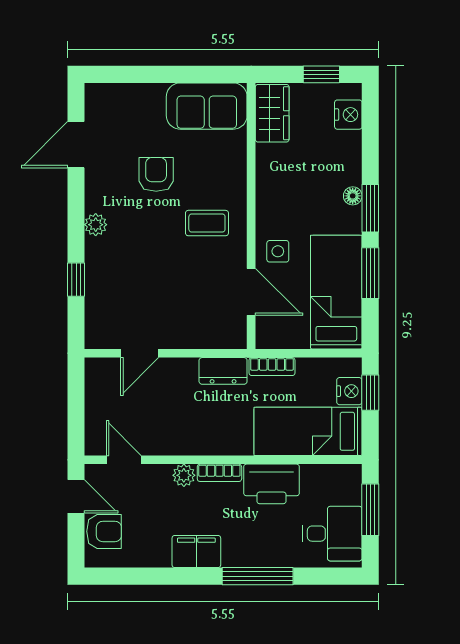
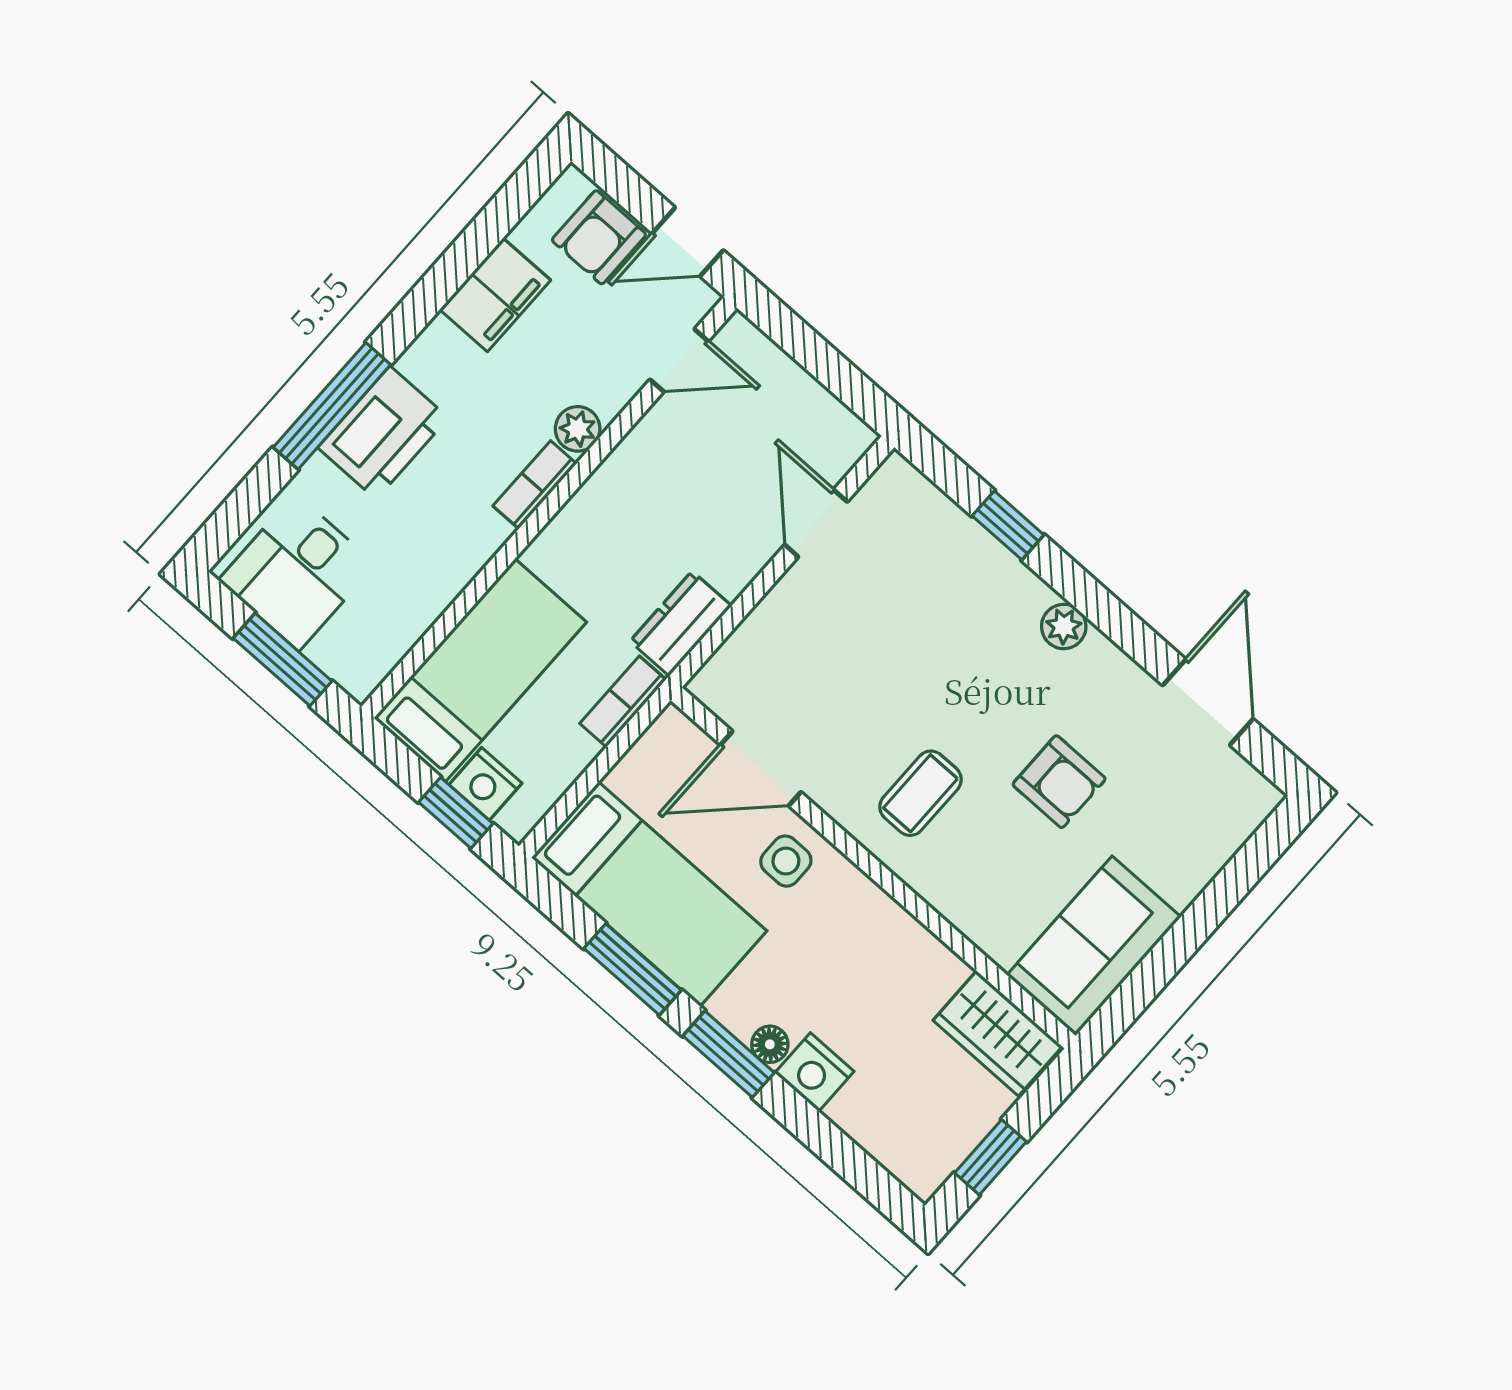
nightstand: (348, 115) -> (814, 1072), moved
printer: (271, 484) -> (383, 433), moved, turned 180
filing cabinet: (196, 552) -> (495, 295), moved

